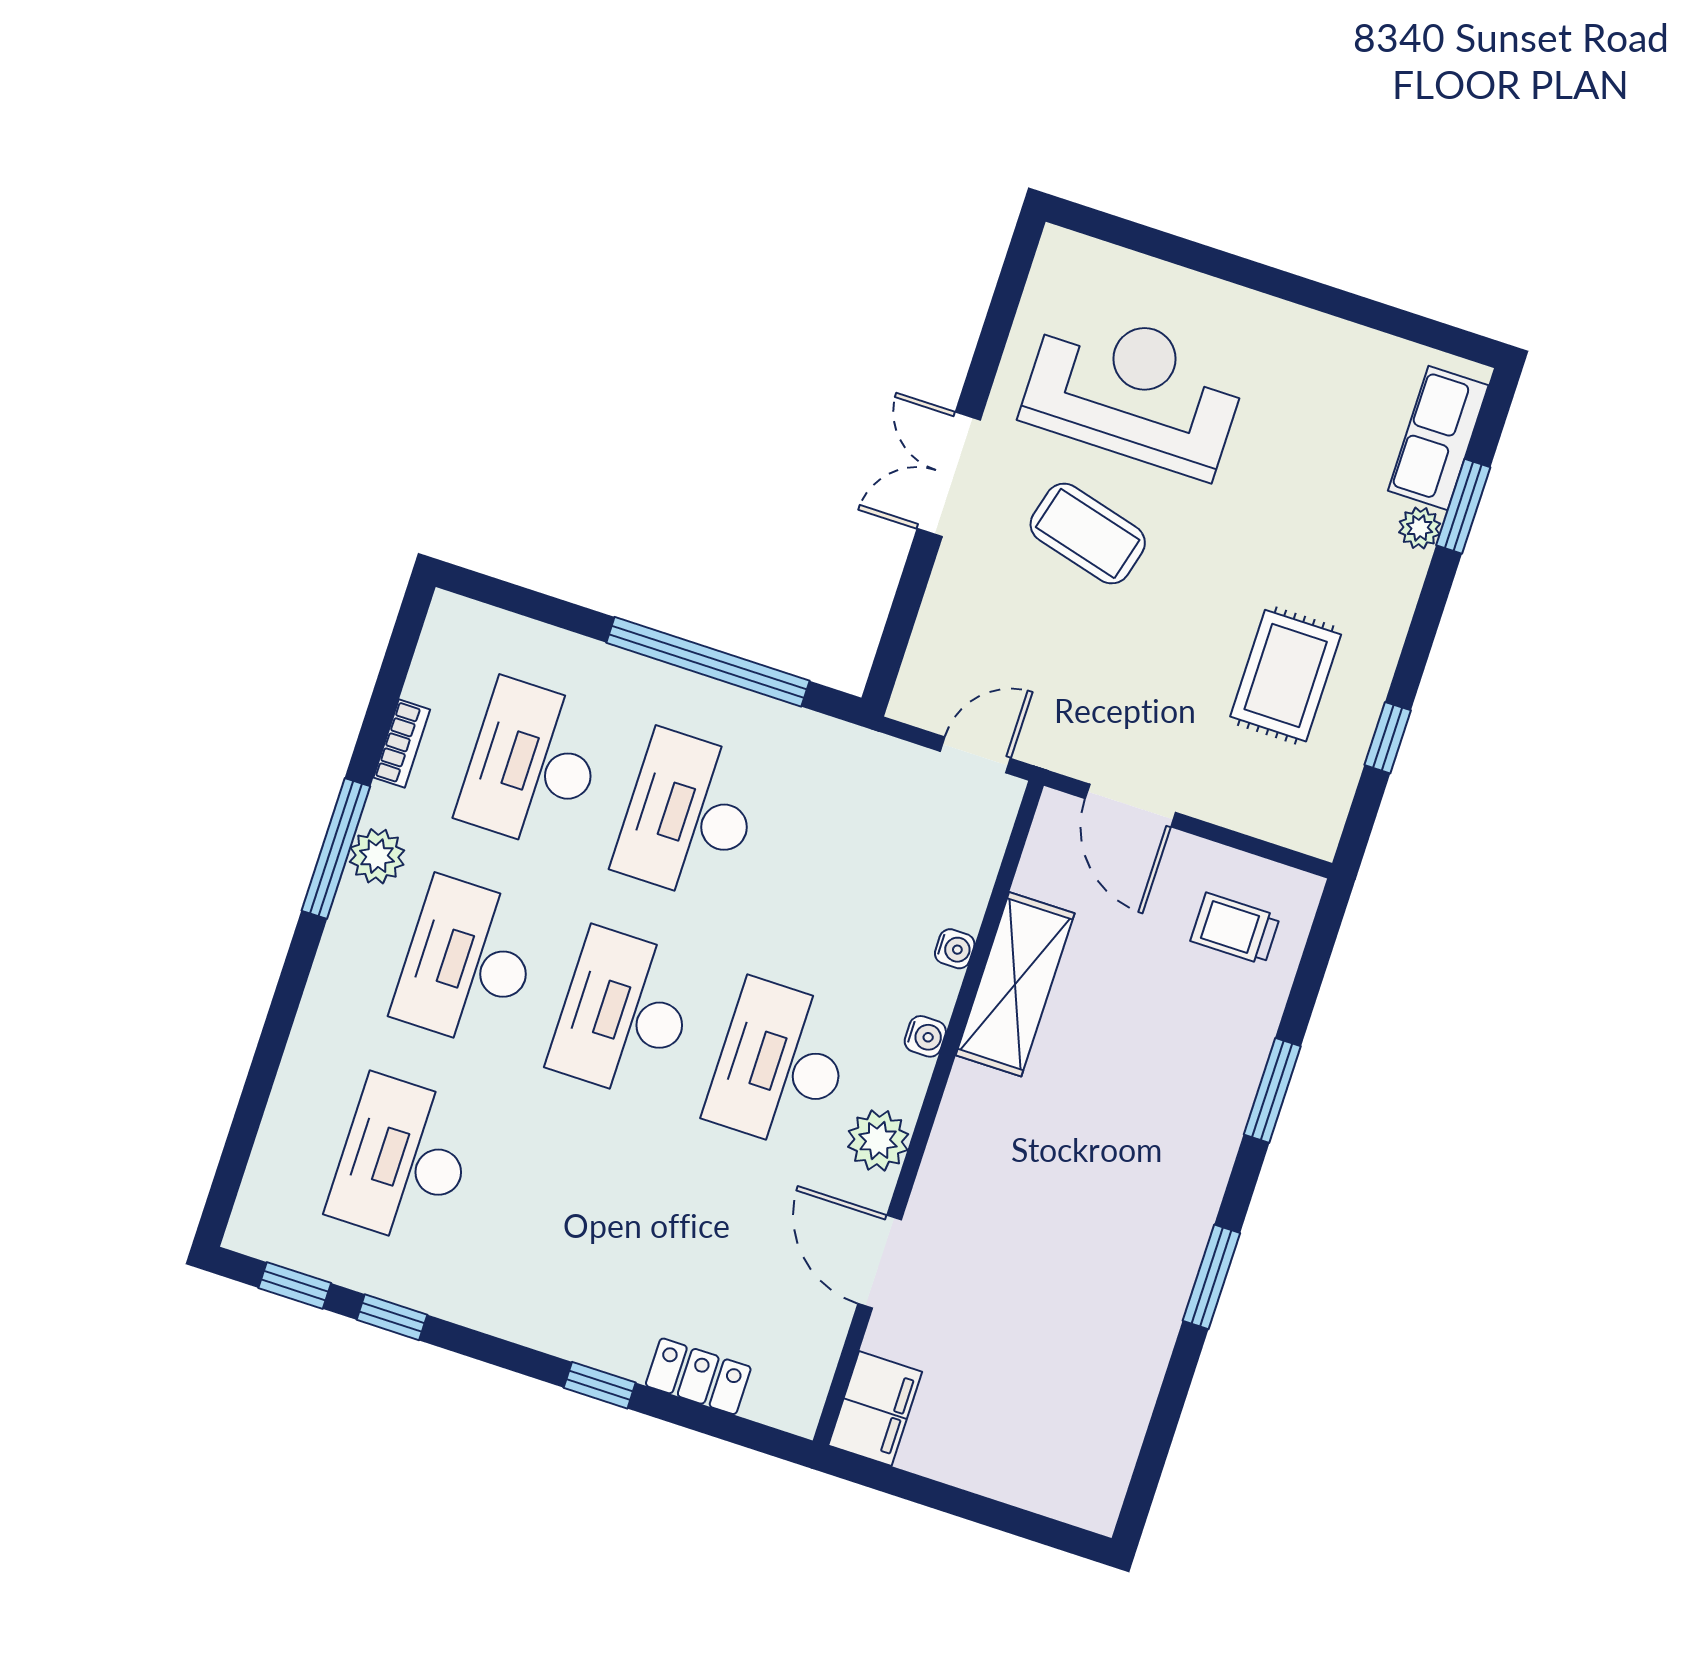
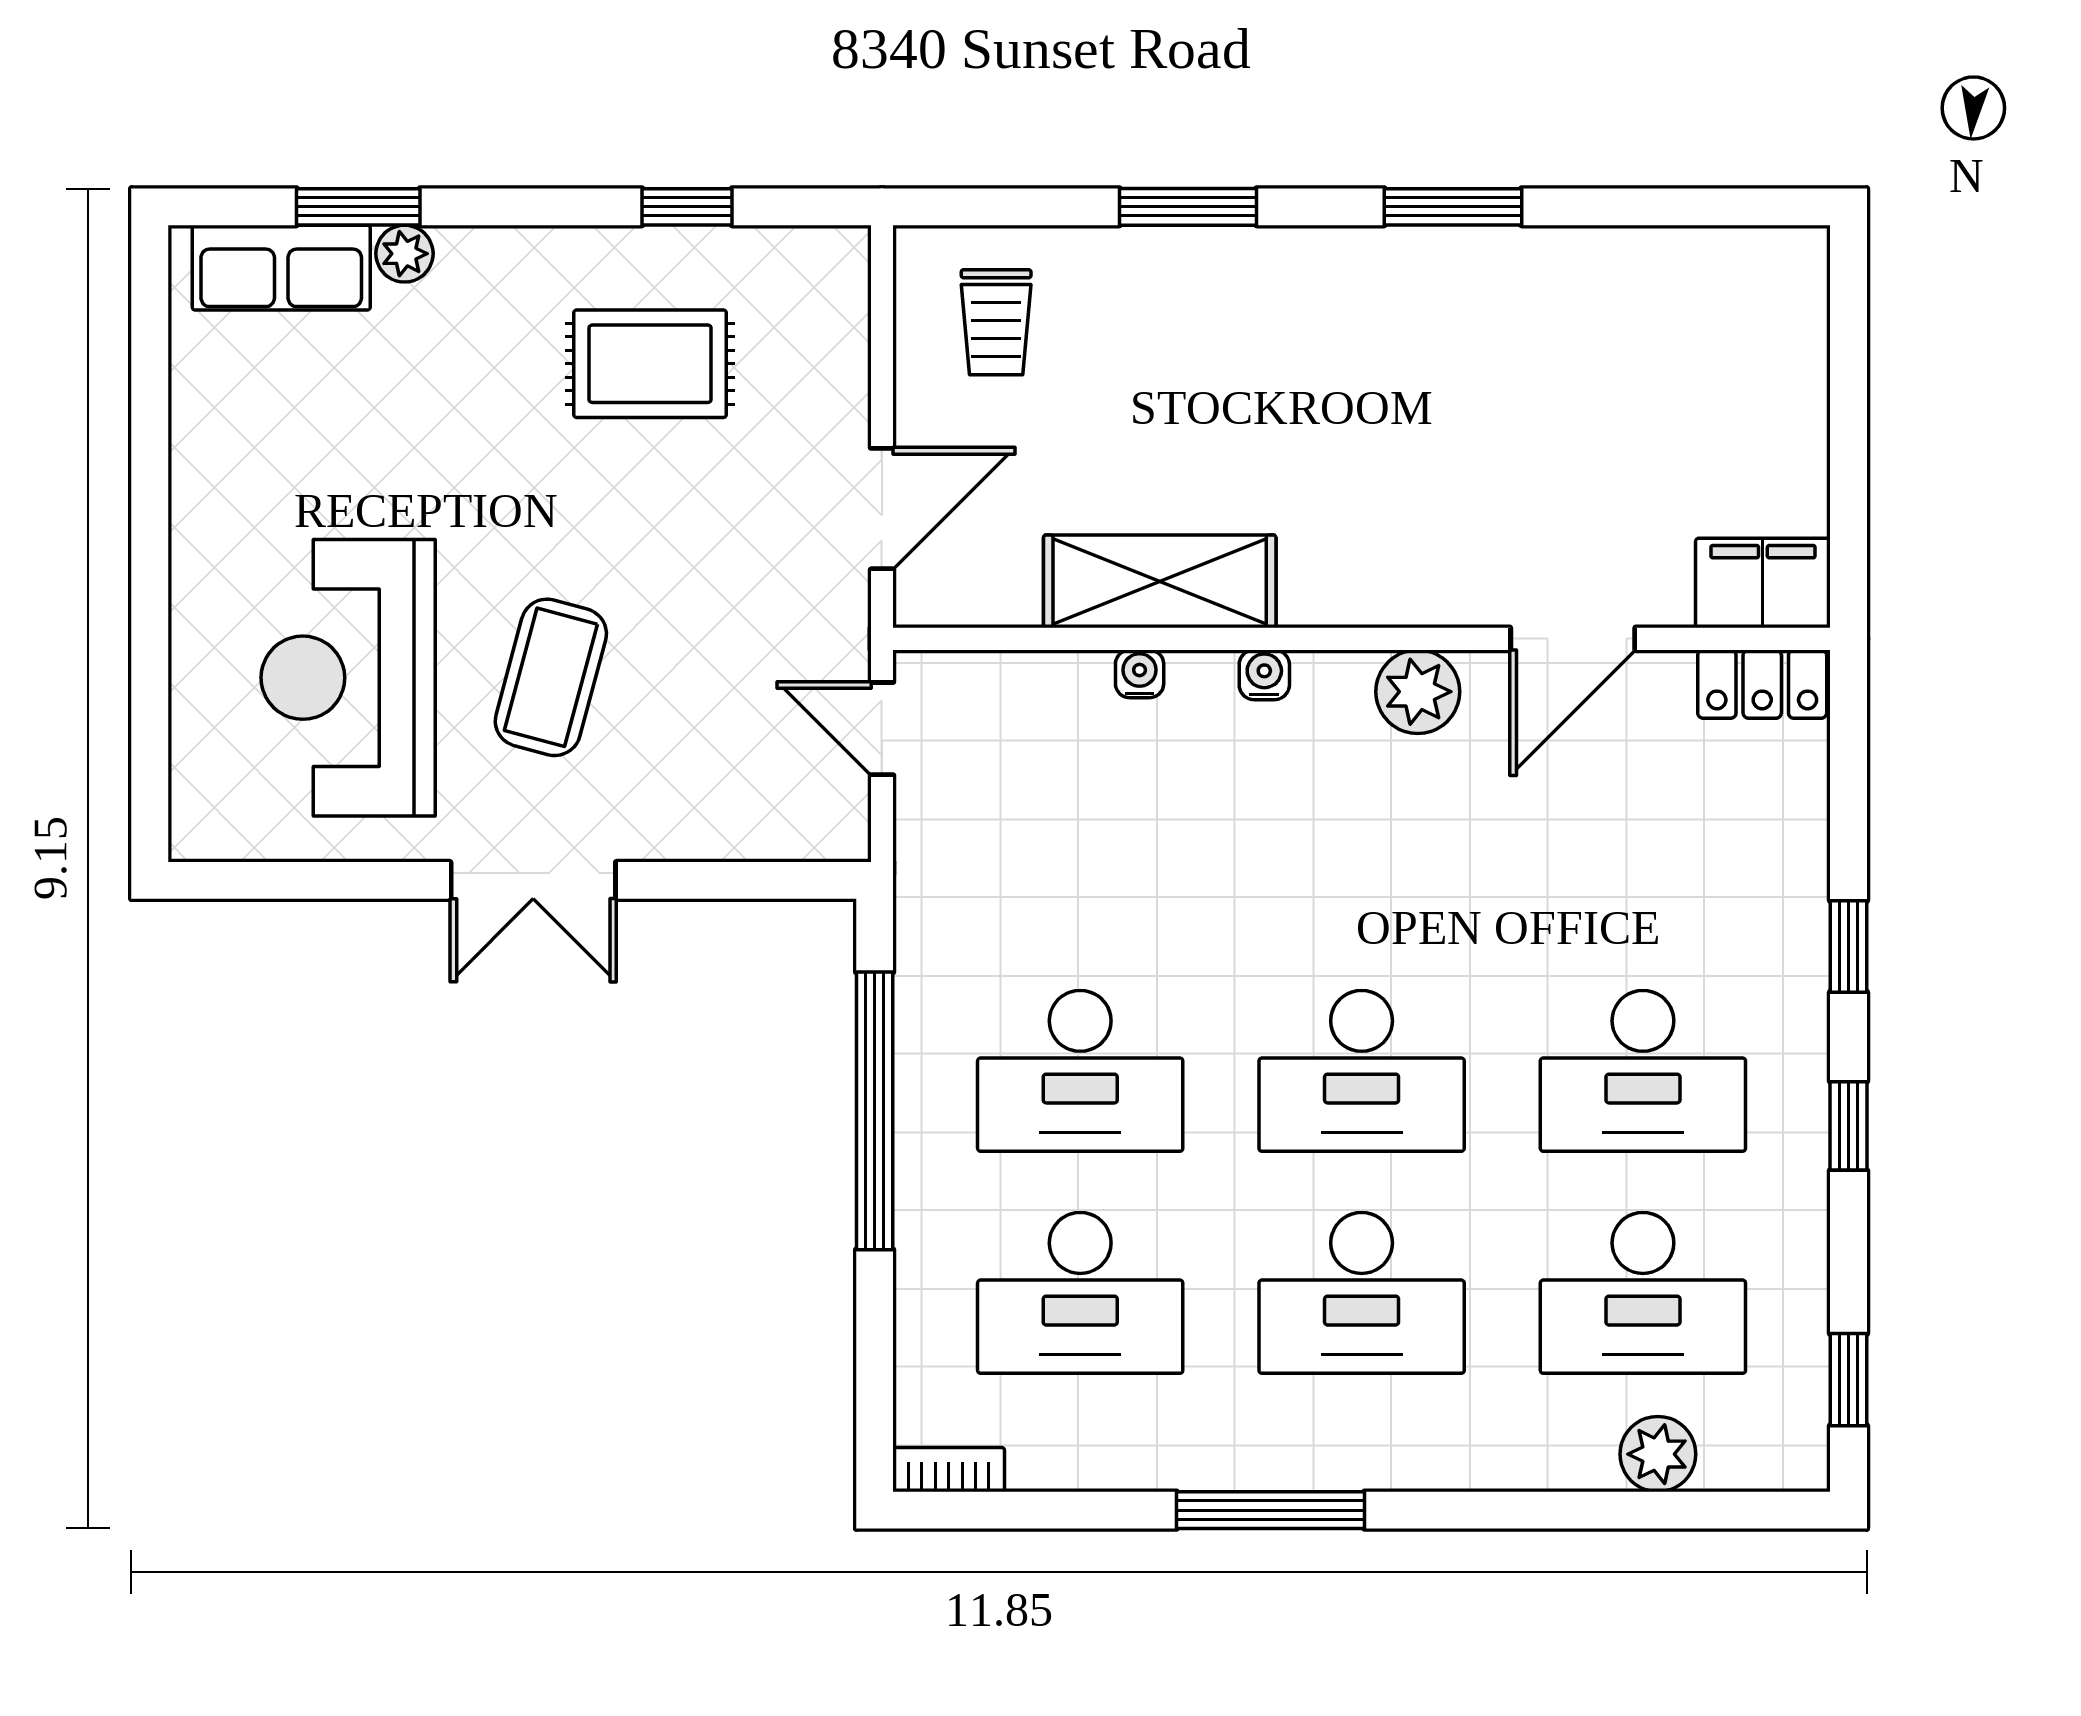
bookcase: (402, 744) -> (949, 1470), moved
plant: (377, 856) -> (1658, 1454), moved
desk: (780, 1065) -> (1643, 1071), moved
window: (392, 1317) -> (1848, 1126), moved
locker: (698, 1376) -> (1762, 684), moved, turned -90

